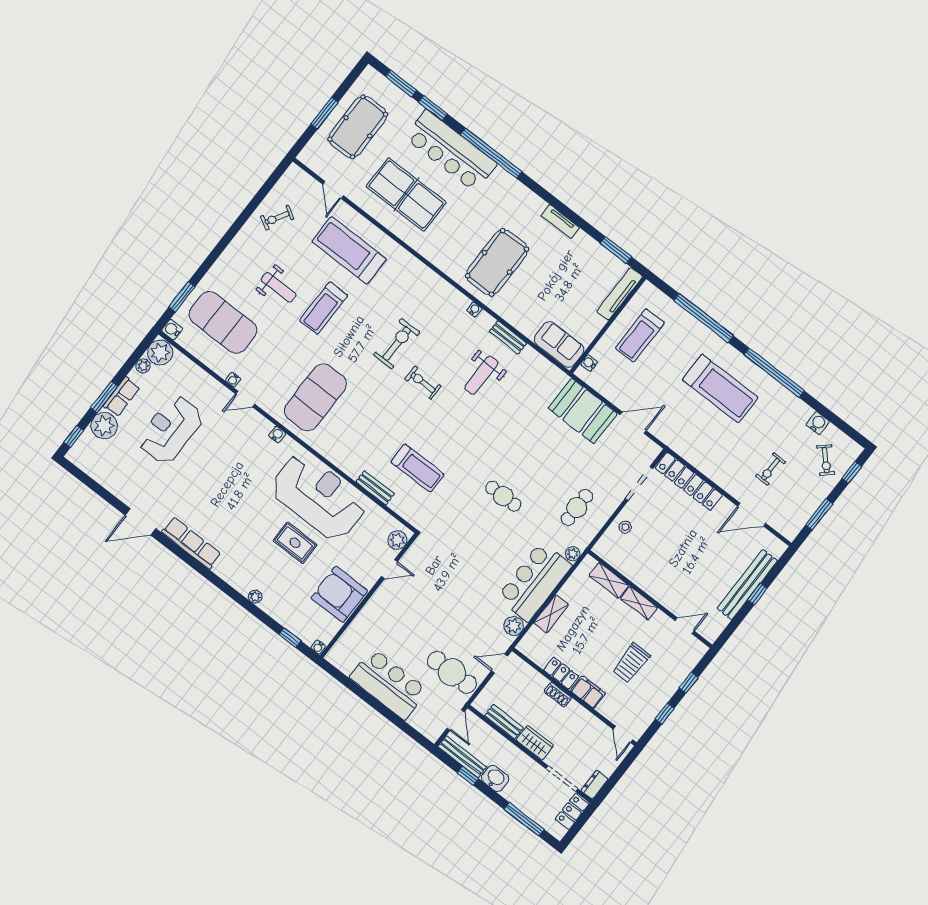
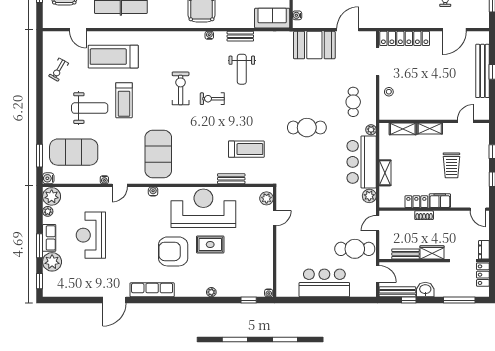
weight bench: (279, 287) -> (90, 108), width x1.36, depth x1.33
cafe table: (503, 496) -> (307, 128), width x1.37, depth x1.35
armchair: (339, 594) -> (173, 251), moved

